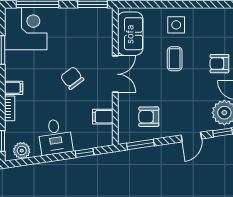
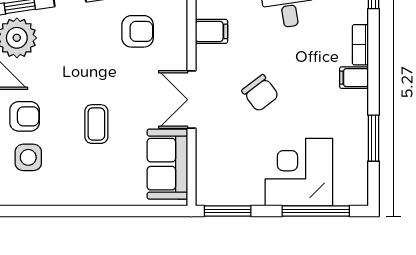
side table: (176, 25) -> (28, 157), moved
corner desk: (26, 29) -> (299, 172), moved, turned 90

